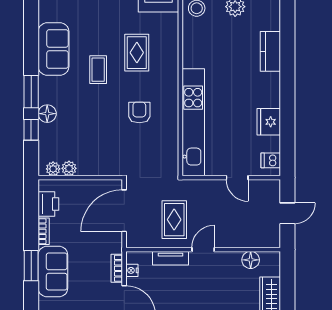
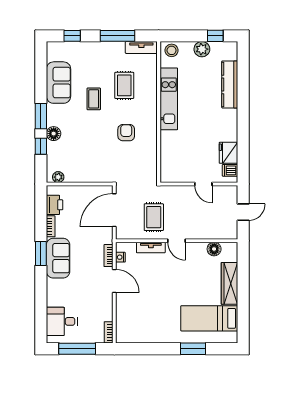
kitchen counter: (270, 51) -> (230, 84), width x1.50
kitchen unit: (193, 122) -> (169, 99), moved, width x0.73
fridge: (269, 122) -> (228, 153), moved
plant: (69, 168) -> (71, 177), removed
door: (203, 250) -> (177, 241), swing flipped

